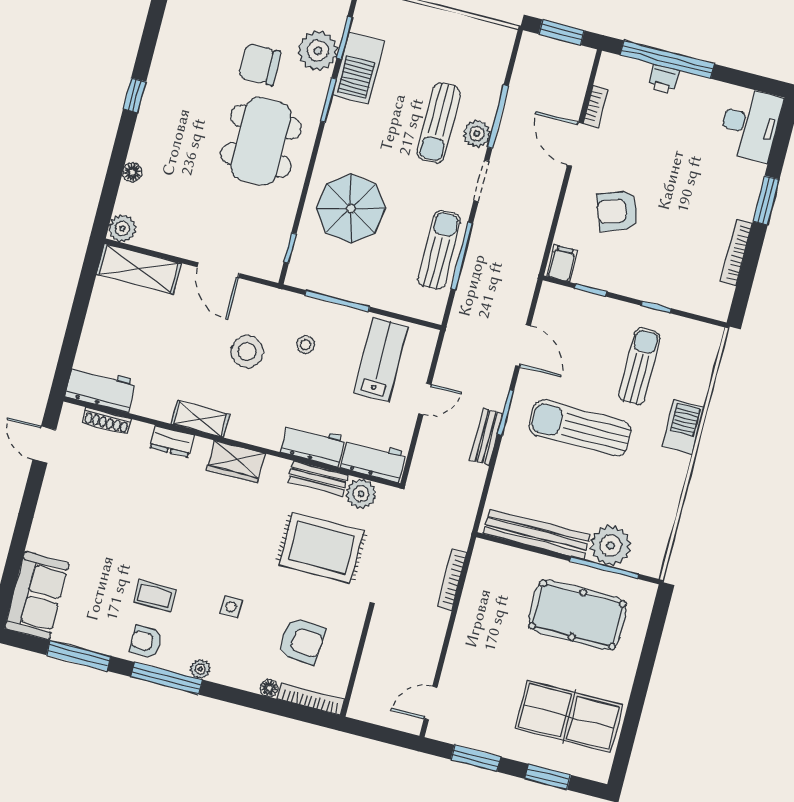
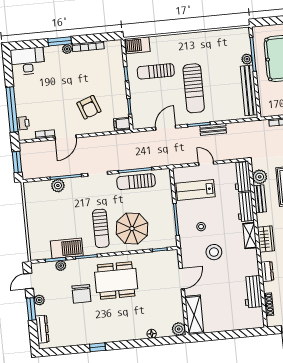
plant: (318, 51) -> (61, 266), width x0.53, depth x0.53
printer: (663, 79) -> (23, 123), moved
window: (135, 95) -> (98, 347), moved
sun lounger: (439, 123) -> (101, 228), moved, turned 90
plant: (477, 134) -> (58, 186), moved
plant: (746, 209) -> (67, 49), added
workbench: (100, 388) -> (253, 292), moved
shelving: (200, 419) -> (250, 236), moved
barbecue: (683, 427) -> (138, 45), moved
plant: (611, 545) -> (247, 59), width x0.53, depth x0.53

